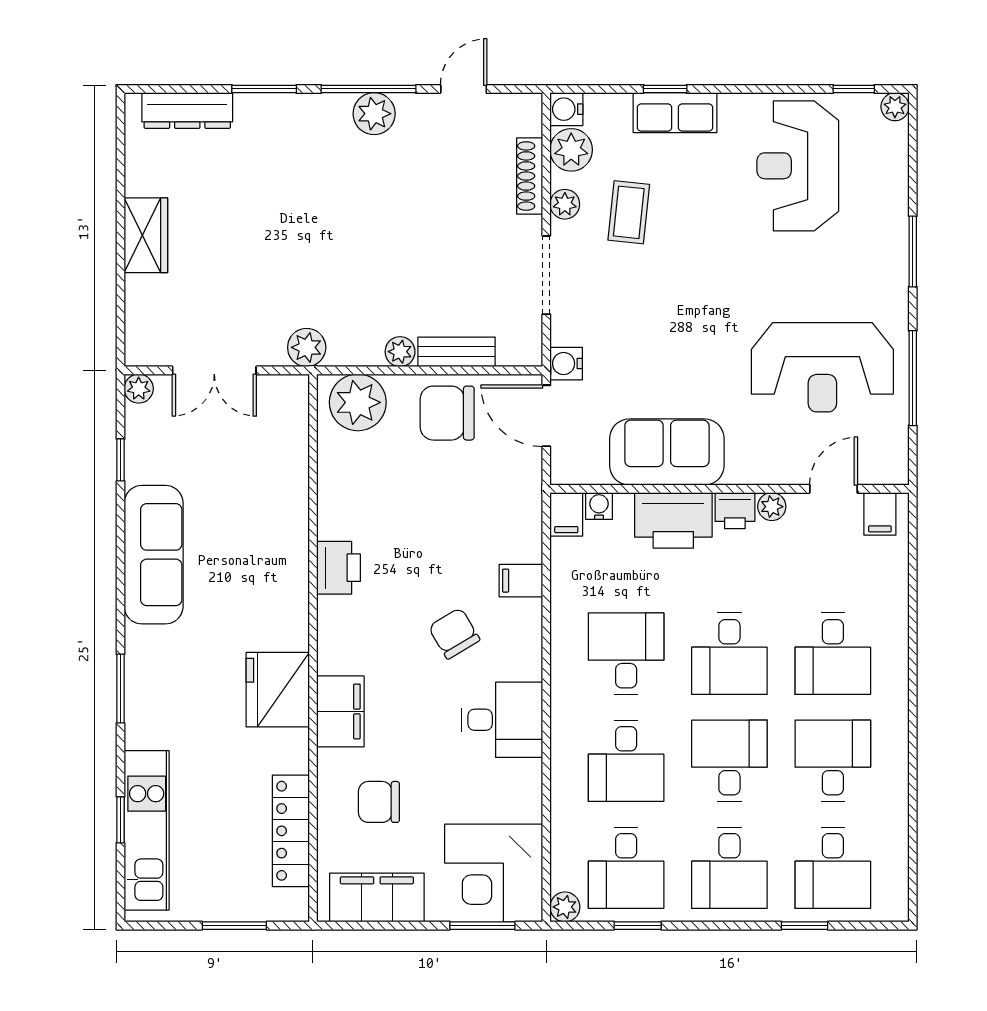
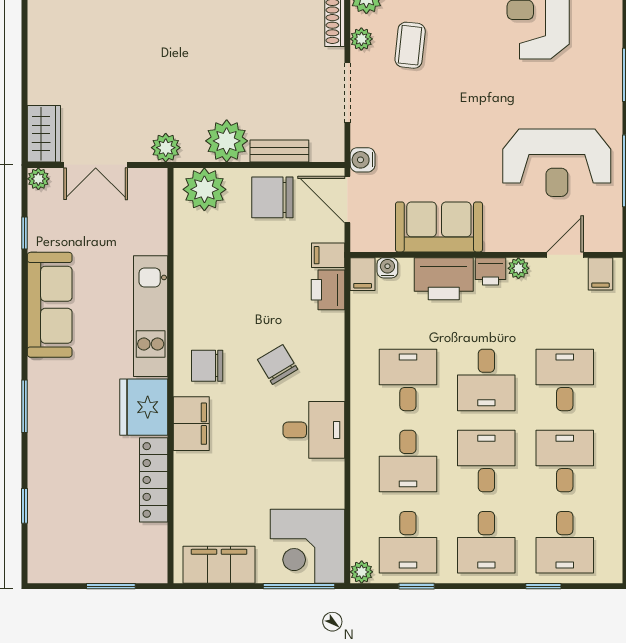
wardrobe: (146, 235) -> (44, 134), moved
plant: (400, 352) -> (227, 141), width x1.87, depth x1.87
printer: (338, 568) -> (328, 290), moved, turned 180
filing cabinet: (521, 581) -> (328, 255), moved
desk: (833, 654) -> (565, 380), turned 180
chair: (379, 802) -> (207, 366), moved
kitchen unit: (147, 830) -> (151, 316), moved, turned 180
locker: (291, 831) -> (154, 480), moved
window: (482, 926) -> (299, 586), width x1.44

